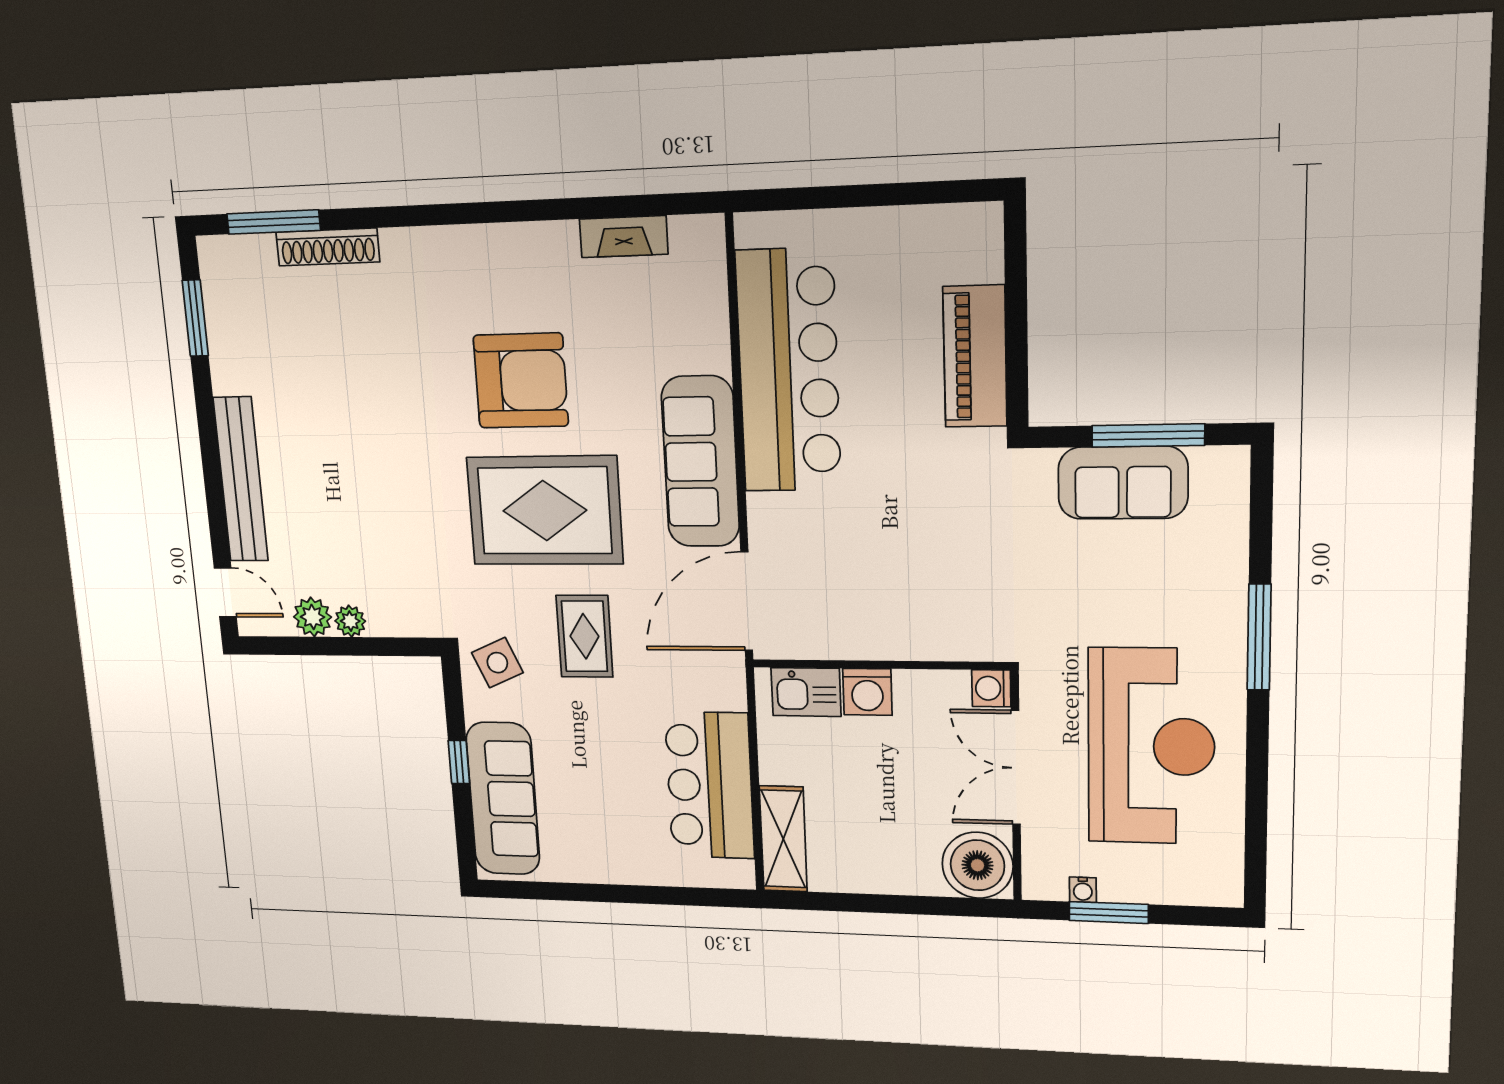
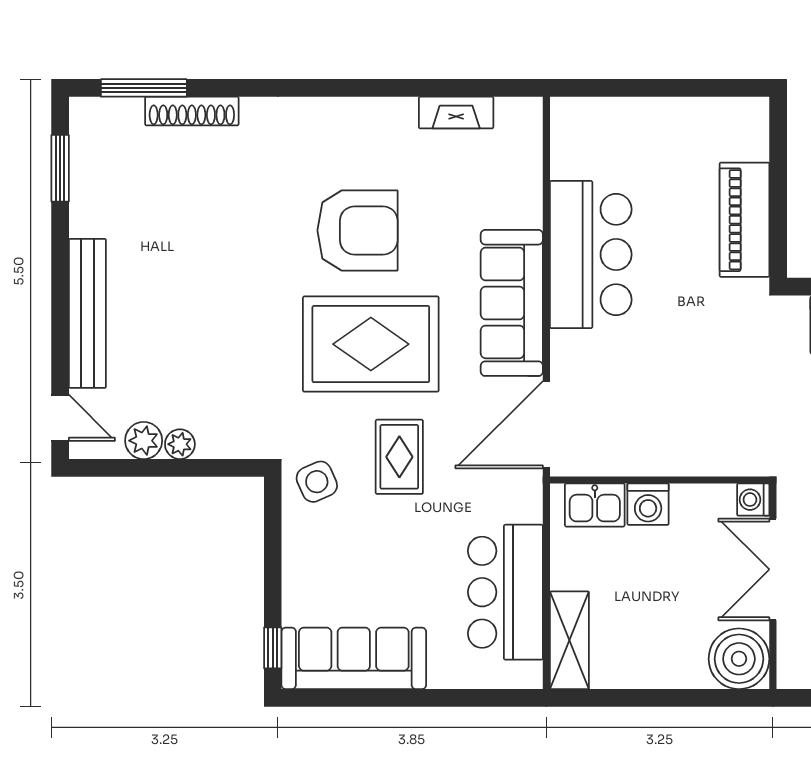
bar counter: (788, 371) -> (591, 255), width x0.73
window: (459, 762) -> (273, 648), moved
sofa: (503, 799) -> (354, 658), moved, turned -90

